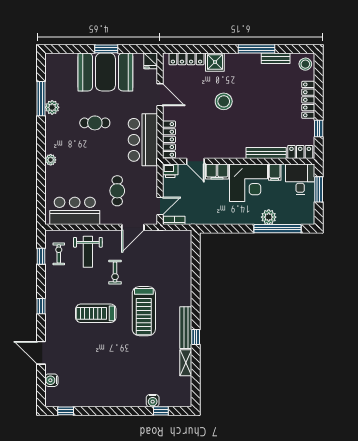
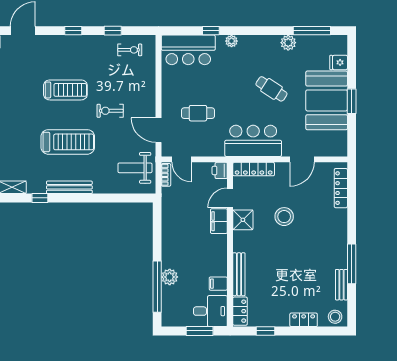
fridge: (151, 61) -> (339, 62), moved
shower: (215, 62) -> (243, 220), moved
window: (41, 99) -> (312, 31), moved
locker: (308, 100) -> (304, 320), width x0.66
stool: (224, 101) -> (284, 217), moved
cafe table: (95, 123) -> (271, 89), turned -57
window: (41, 179) -> (211, 31), added
corner desk: (249, 183) -> (207, 255), removed
bar counter: (75, 211) -> (188, 50), moved, turned 90
weight bench: (88, 252) -> (135, 168), moved
window: (41, 256) -> (113, 31), moved
treadmill: (144, 311) -> (68, 142), turned 180
treadmill: (96, 313) -> (65, 90), turned 90
bench: (186, 328) -> (69, 187), moved

